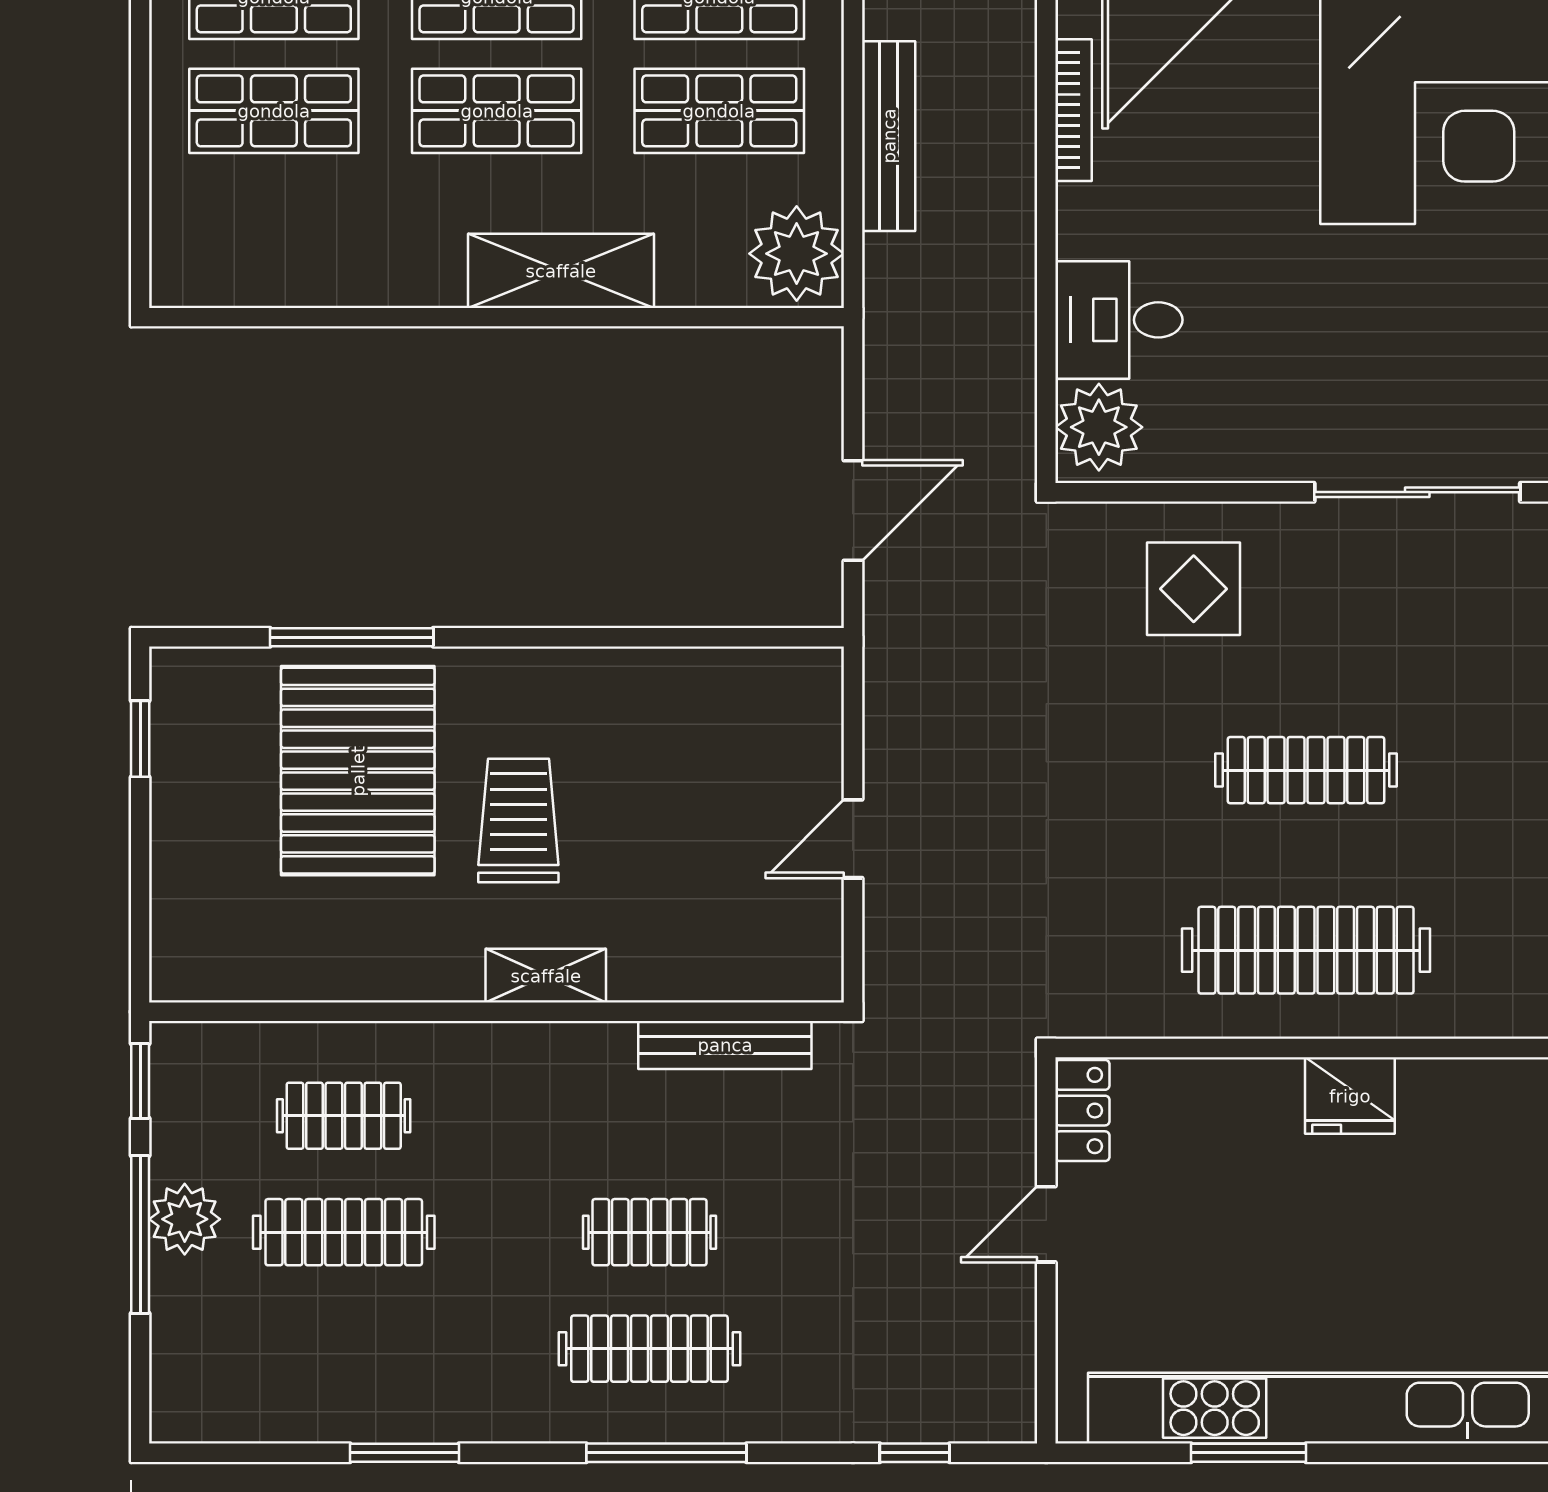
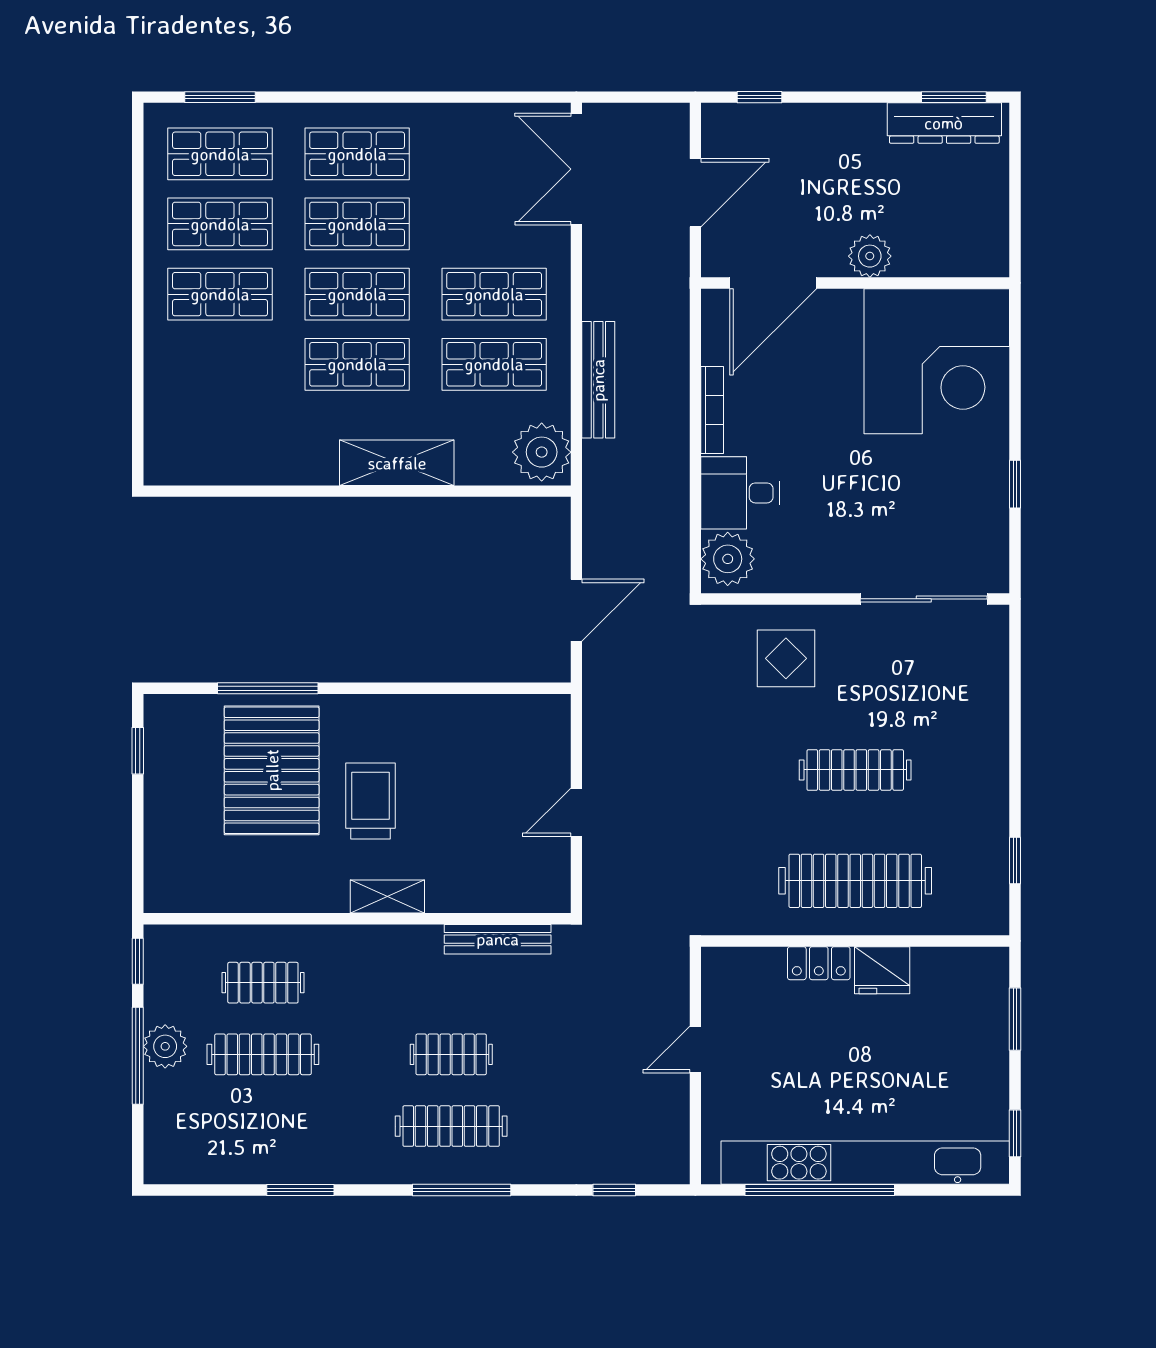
bookcase: (1074, 110) -> (712, 410), moved
shop shelf: (274, 111) -> (220, 364), removed
locker: (1082, 1111) -> (819, 963), moved, turned 90
window: (1248, 1453) -> (820, 1190), width x2.11

